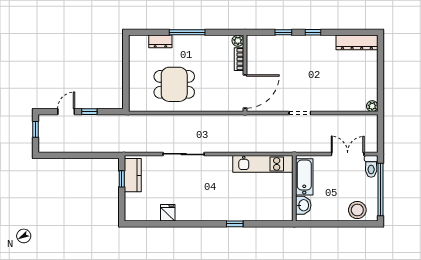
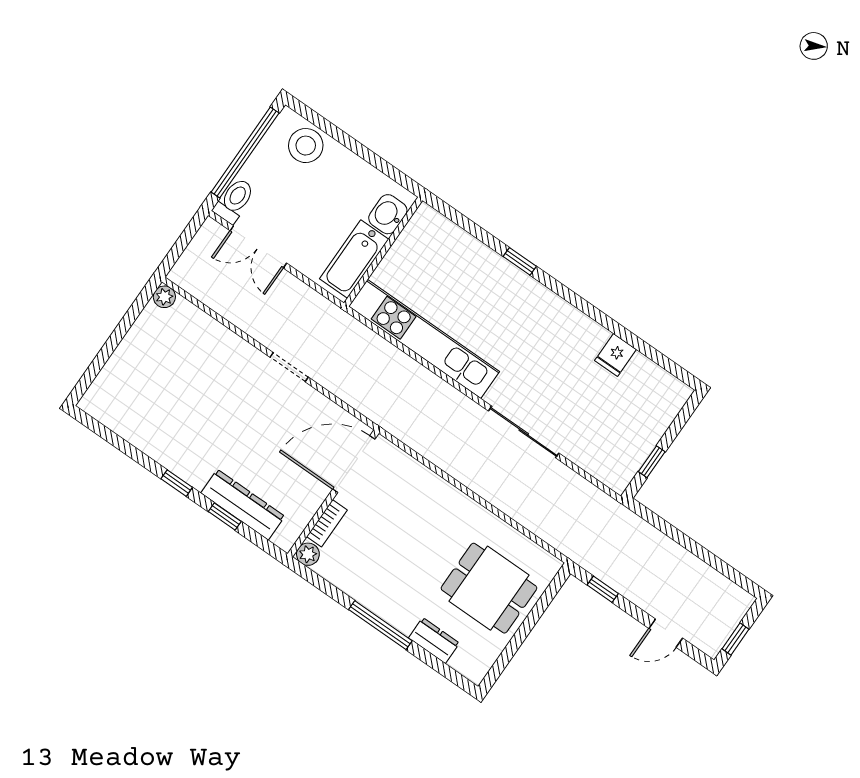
dresser: (357, 42) -> (243, 505), moved
dining table: (174, 84) -> (489, 588), moved
window: (89, 112) -> (603, 589), moved
kitchen unit: (263, 164) -> (424, 339), width x1.36
kitchen counter: (133, 175) -> (629, 455), removed

